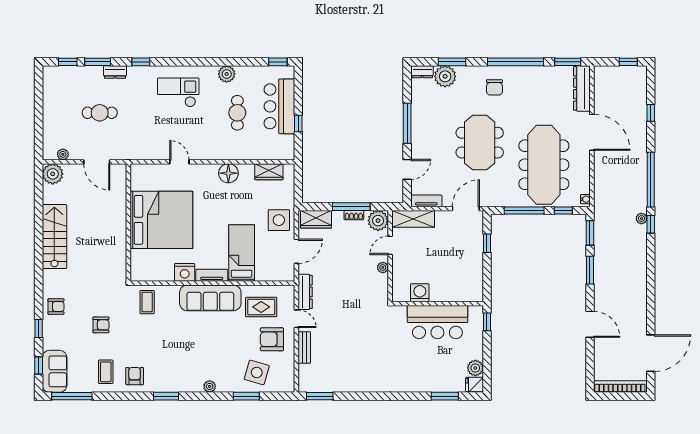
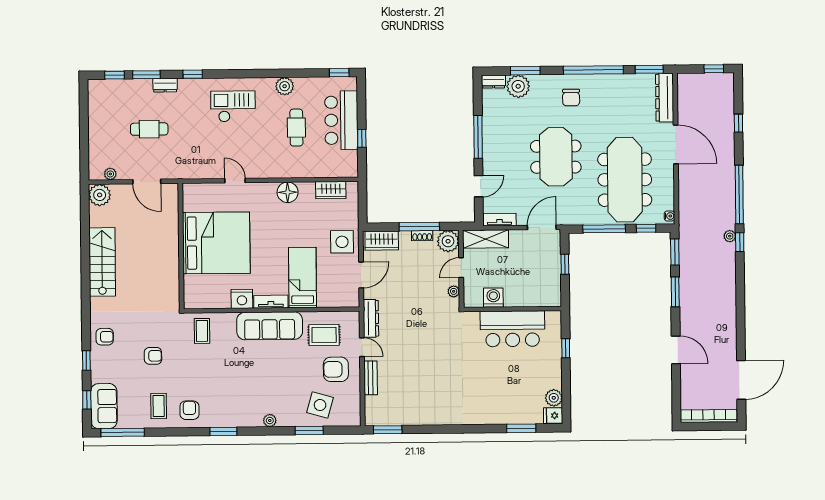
washing machine: (420, 293) -> (493, 298), moved
wall: (438, 304) -> (512, 309), moved
bar counter: (437, 322) -> (513, 329), moved

